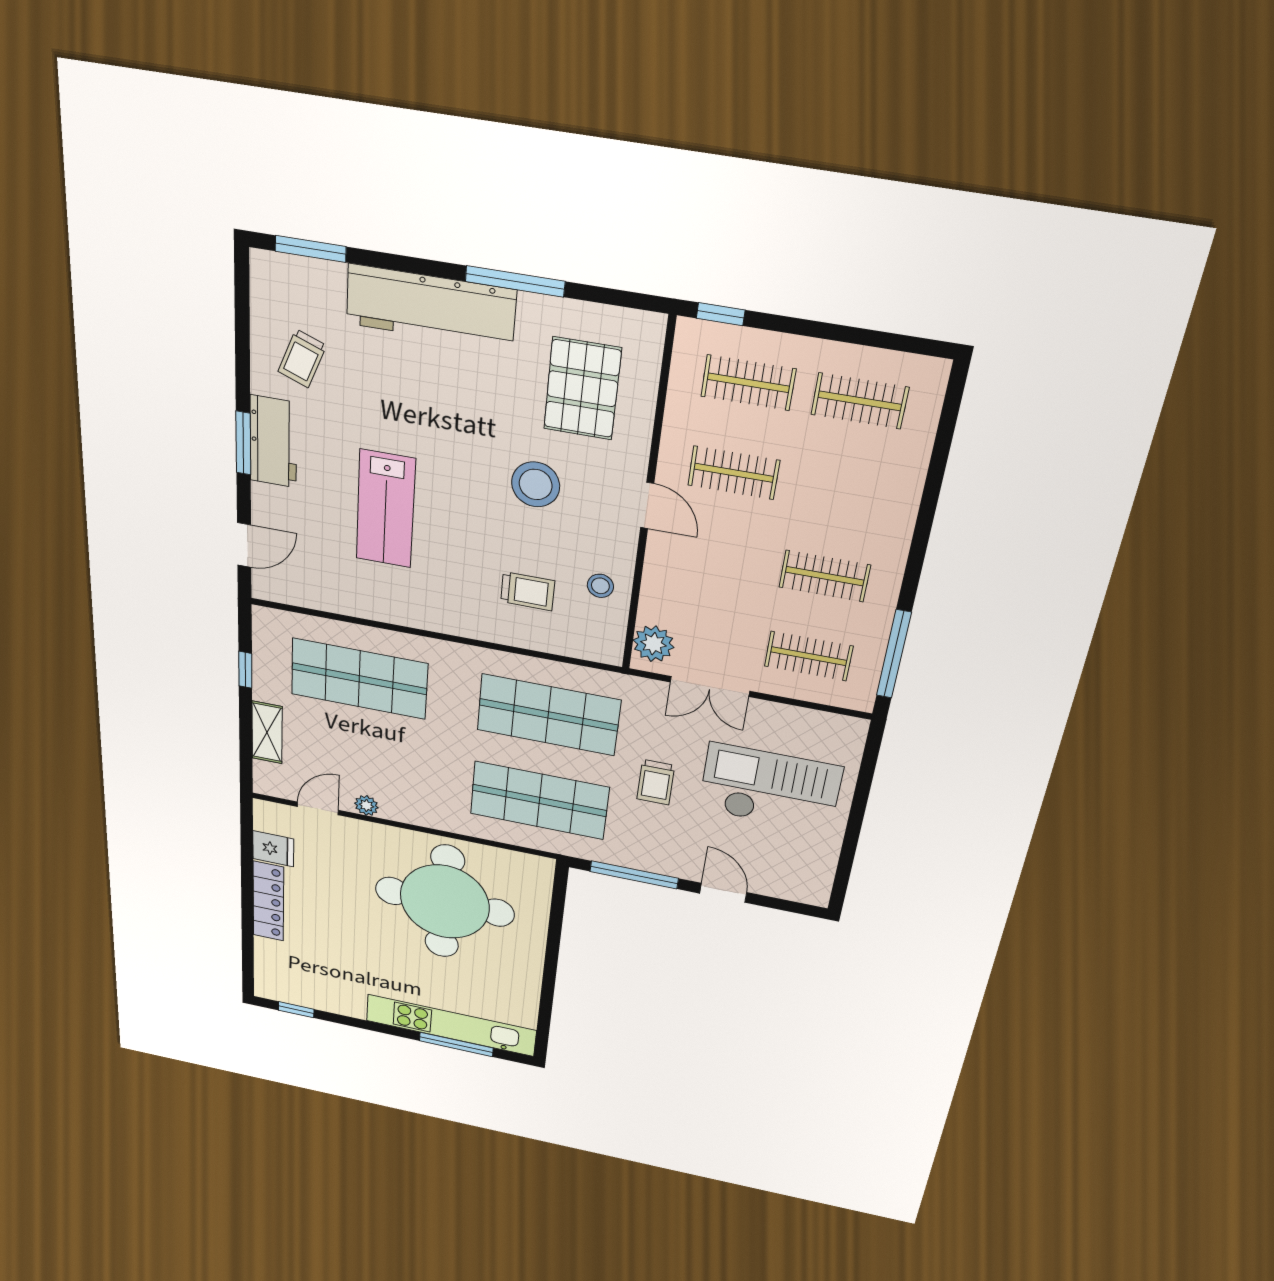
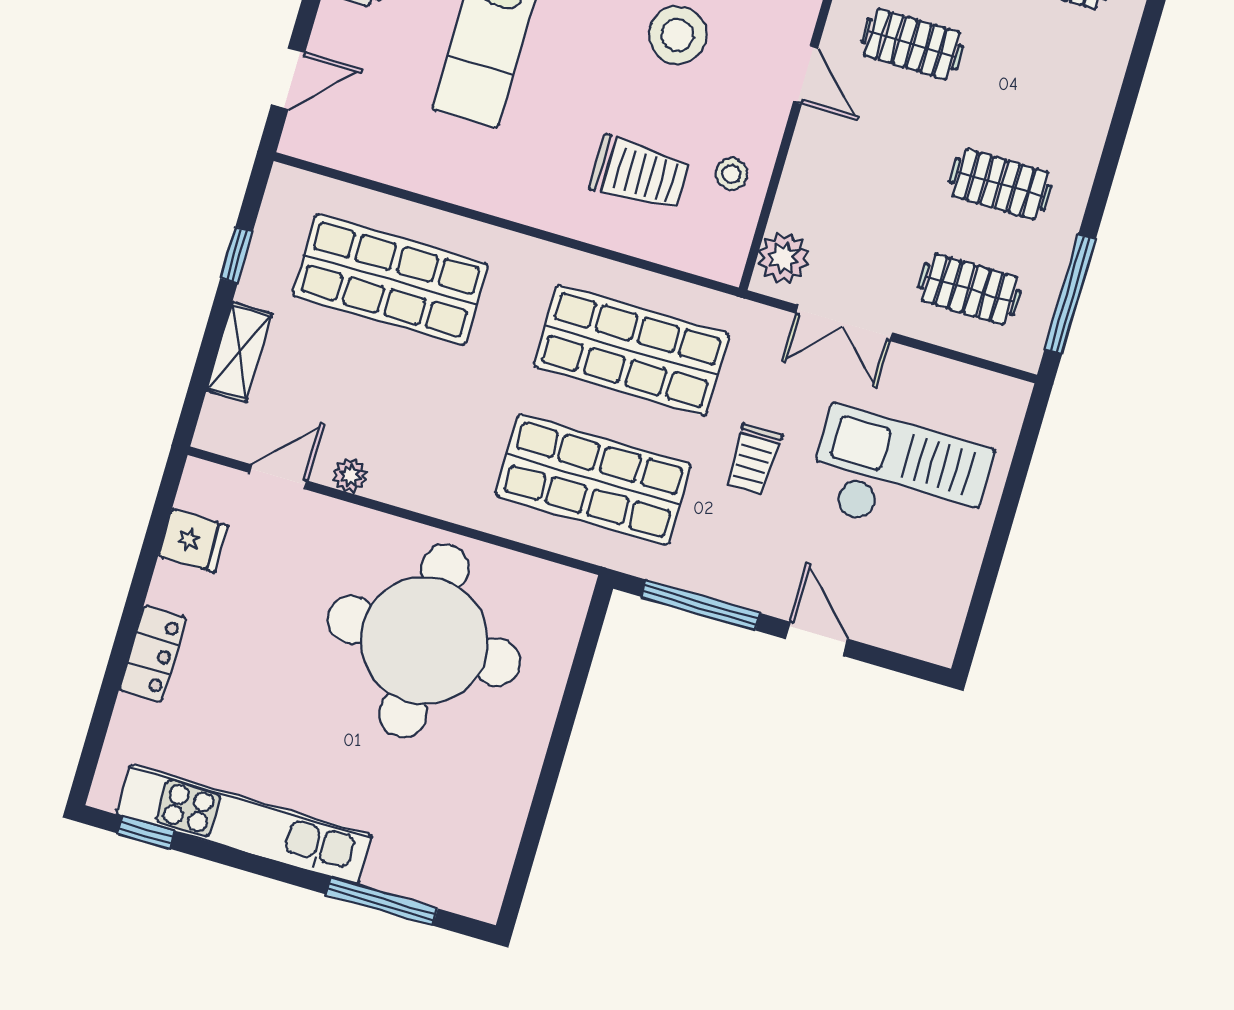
trolley: (528, 591) -> (640, 173), width x1.36, depth x1.39
locker: (268, 901) -> (153, 654), width x0.66
kitchen unit: (451, 1025) -> (244, 825), moved

